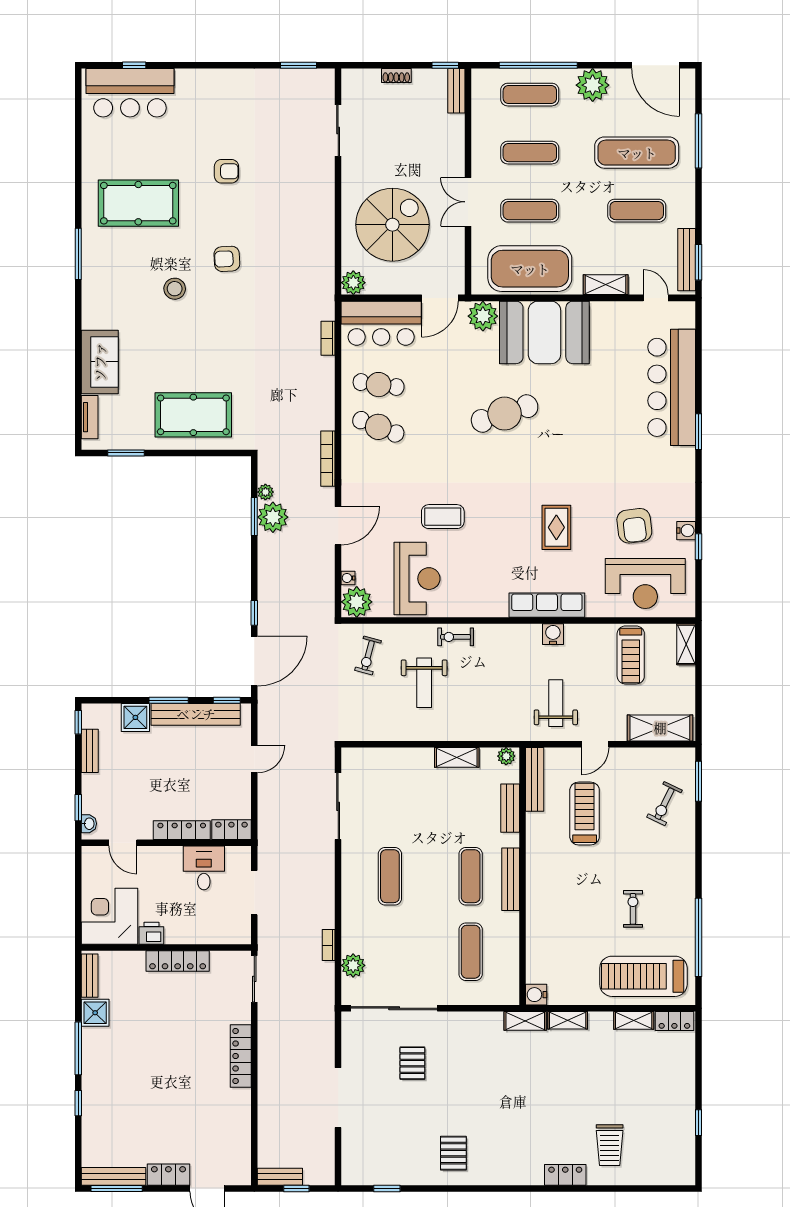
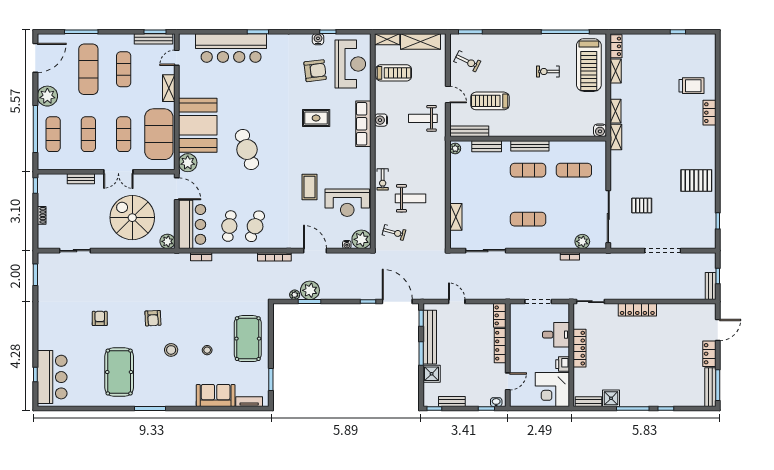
bench: (456, 91) -> (81, 179), moved
stool: (174, 348) -> (207, 350), added
reception desk: (417, 579) -> (347, 203), turned 180
shelving: (660, 728) -> (421, 42), moved, turned 90
shelving: (457, 757) -> (456, 217), moved
exercise bike: (665, 804) -> (467, 61), moved
desk: (204, 868) -> (556, 335), moved, turned 180
pallet: (453, 1153) -> (696, 181), width x1.50, depth x1.42

